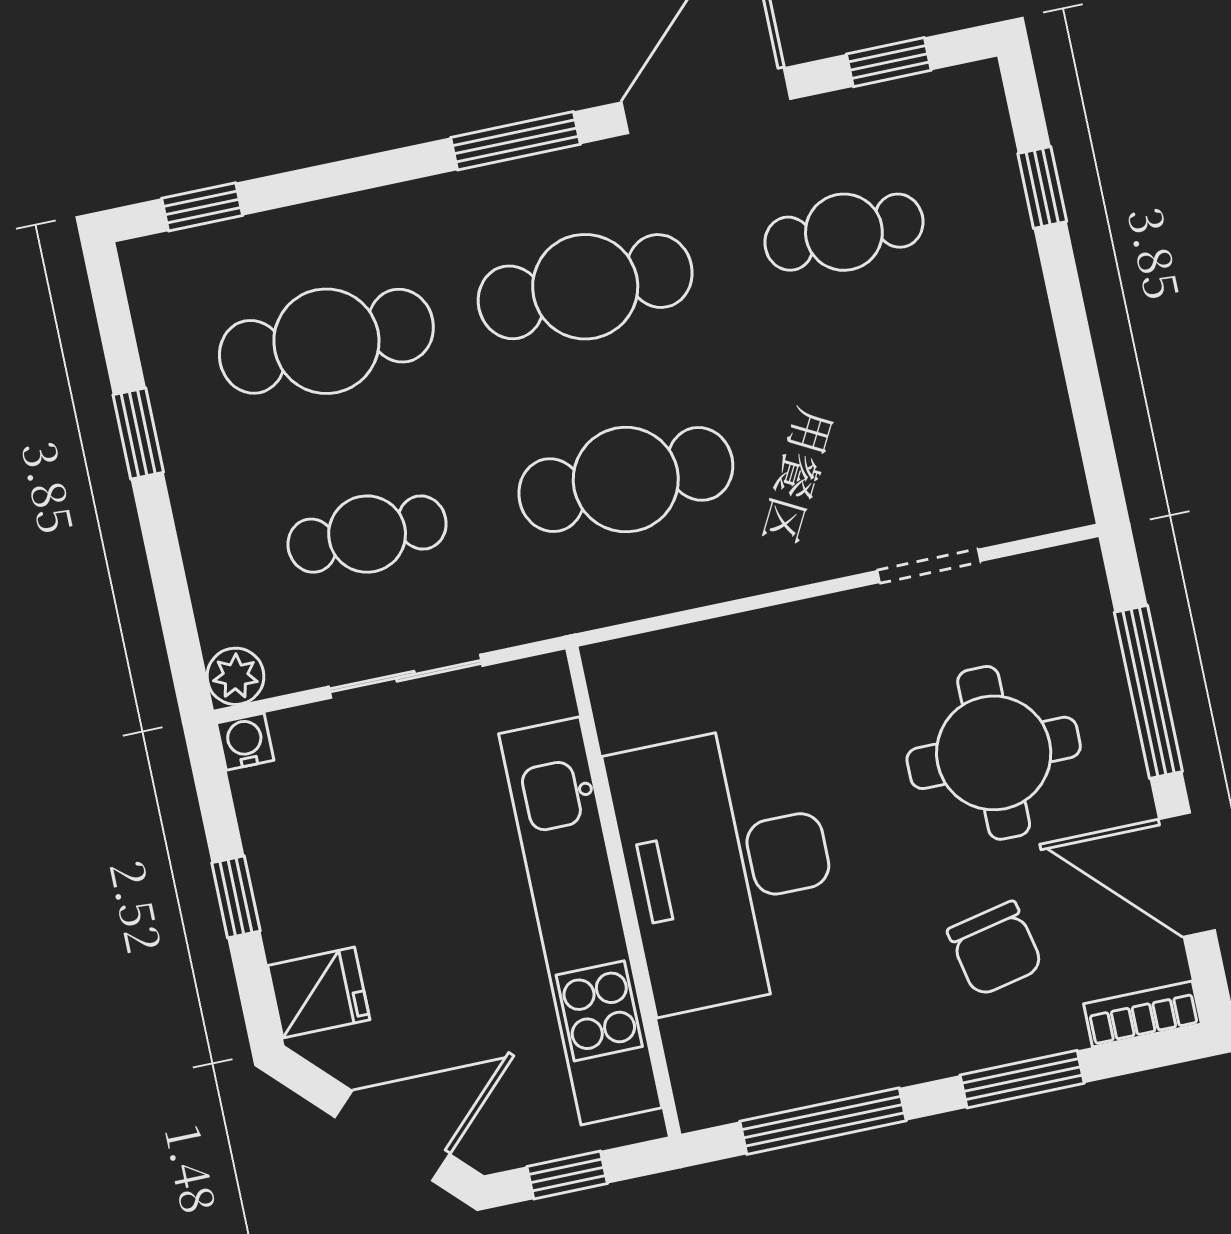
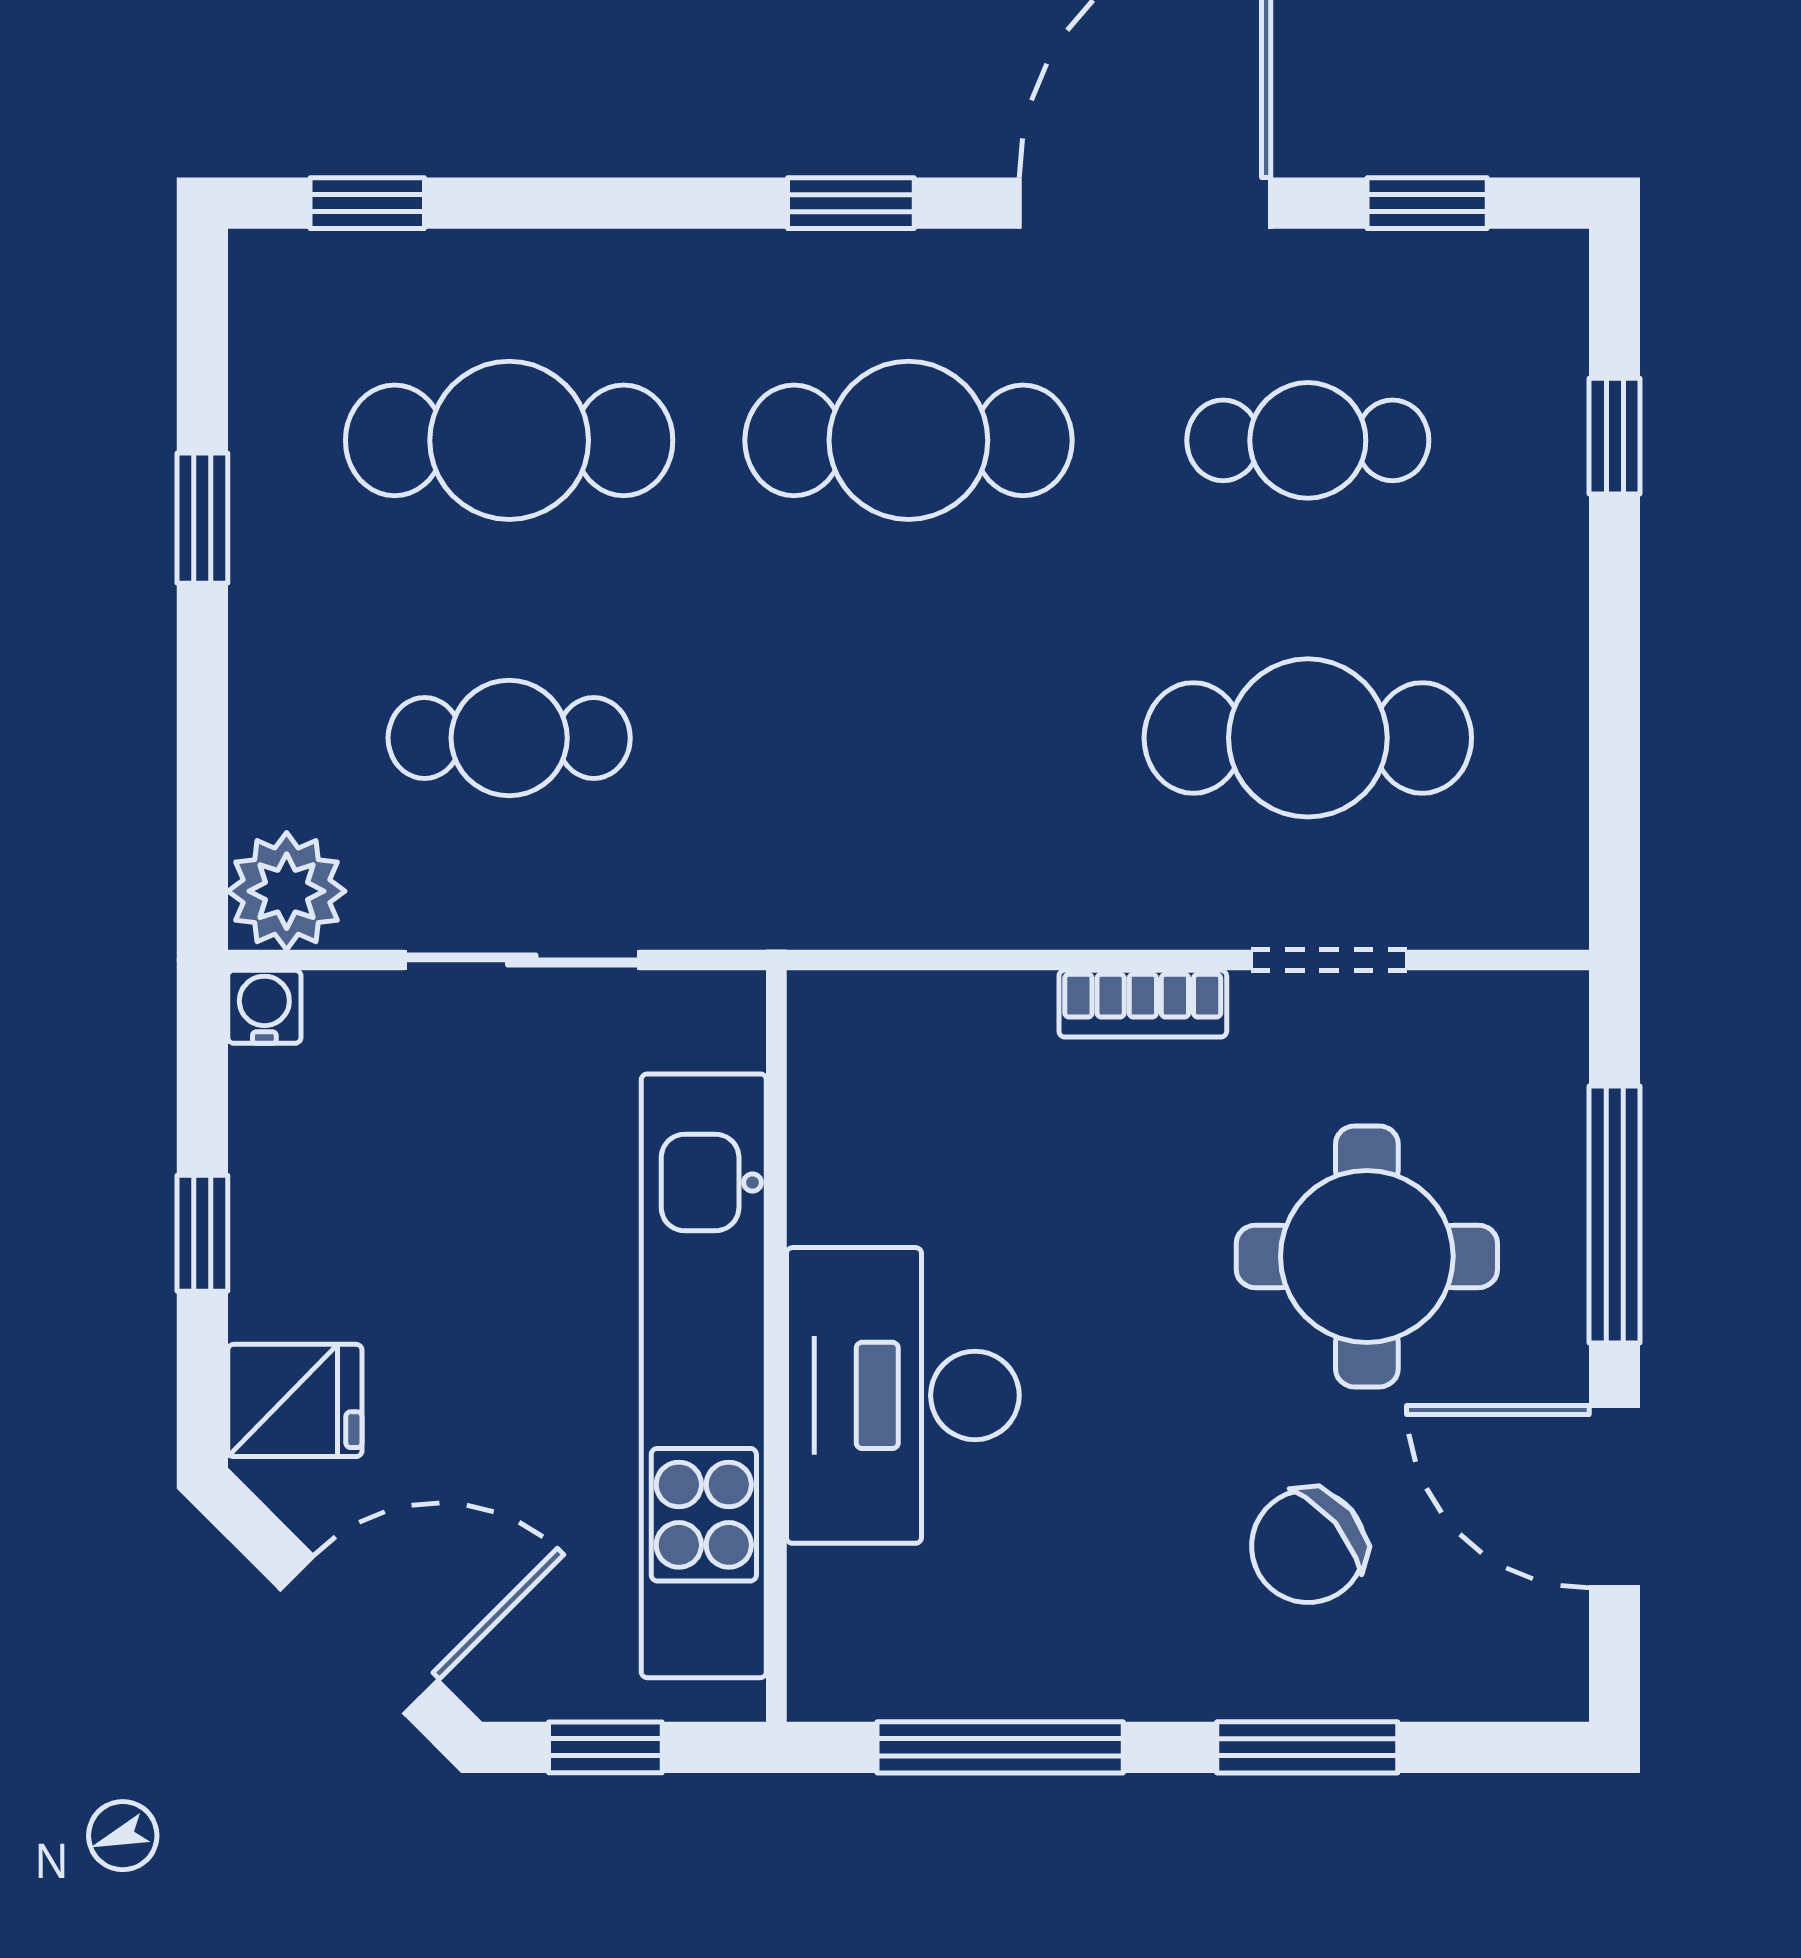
window: (515, 141) -> (851, 203), width x0.67
cafe table: (626, 480) -> (1308, 738), moved
plant: (236, 676) -> (287, 891), width x1.38, depth x1.38
desk: (727, 867) -> (903, 1395), width x0.73, depth x0.77
chair: (995, 949) -> (1308, 1546), turned 62
bookcase: (1142, 1014) -> (1143, 1004), moved, turned 180

